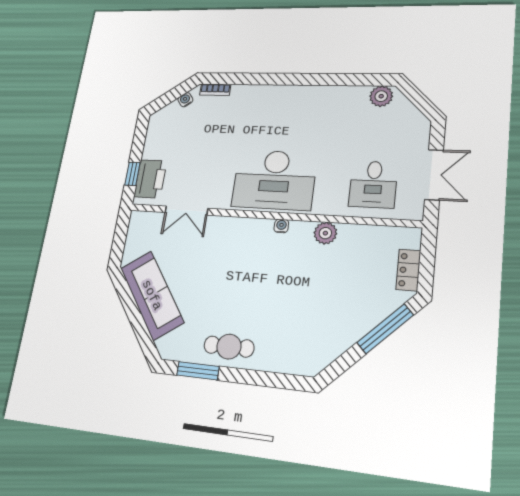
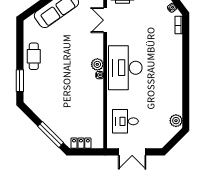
plant: (325, 233) -> (97, 64), moved
window: (198, 371) -> (20, 81), moved

